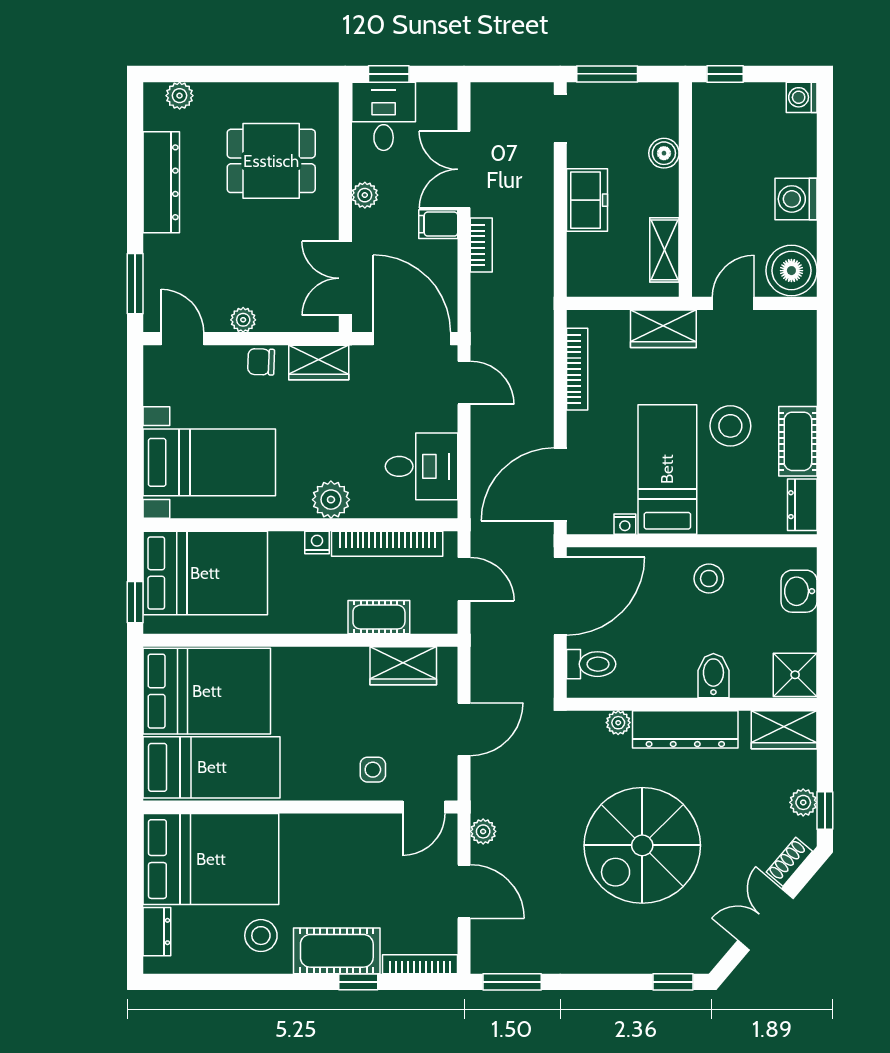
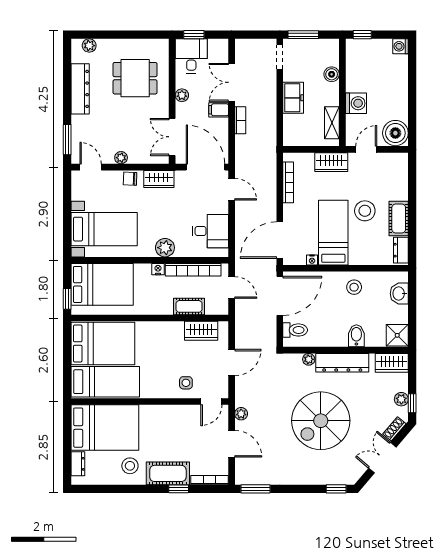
washing machine: (796, 199) -> (356, 103), moved, turned 180

